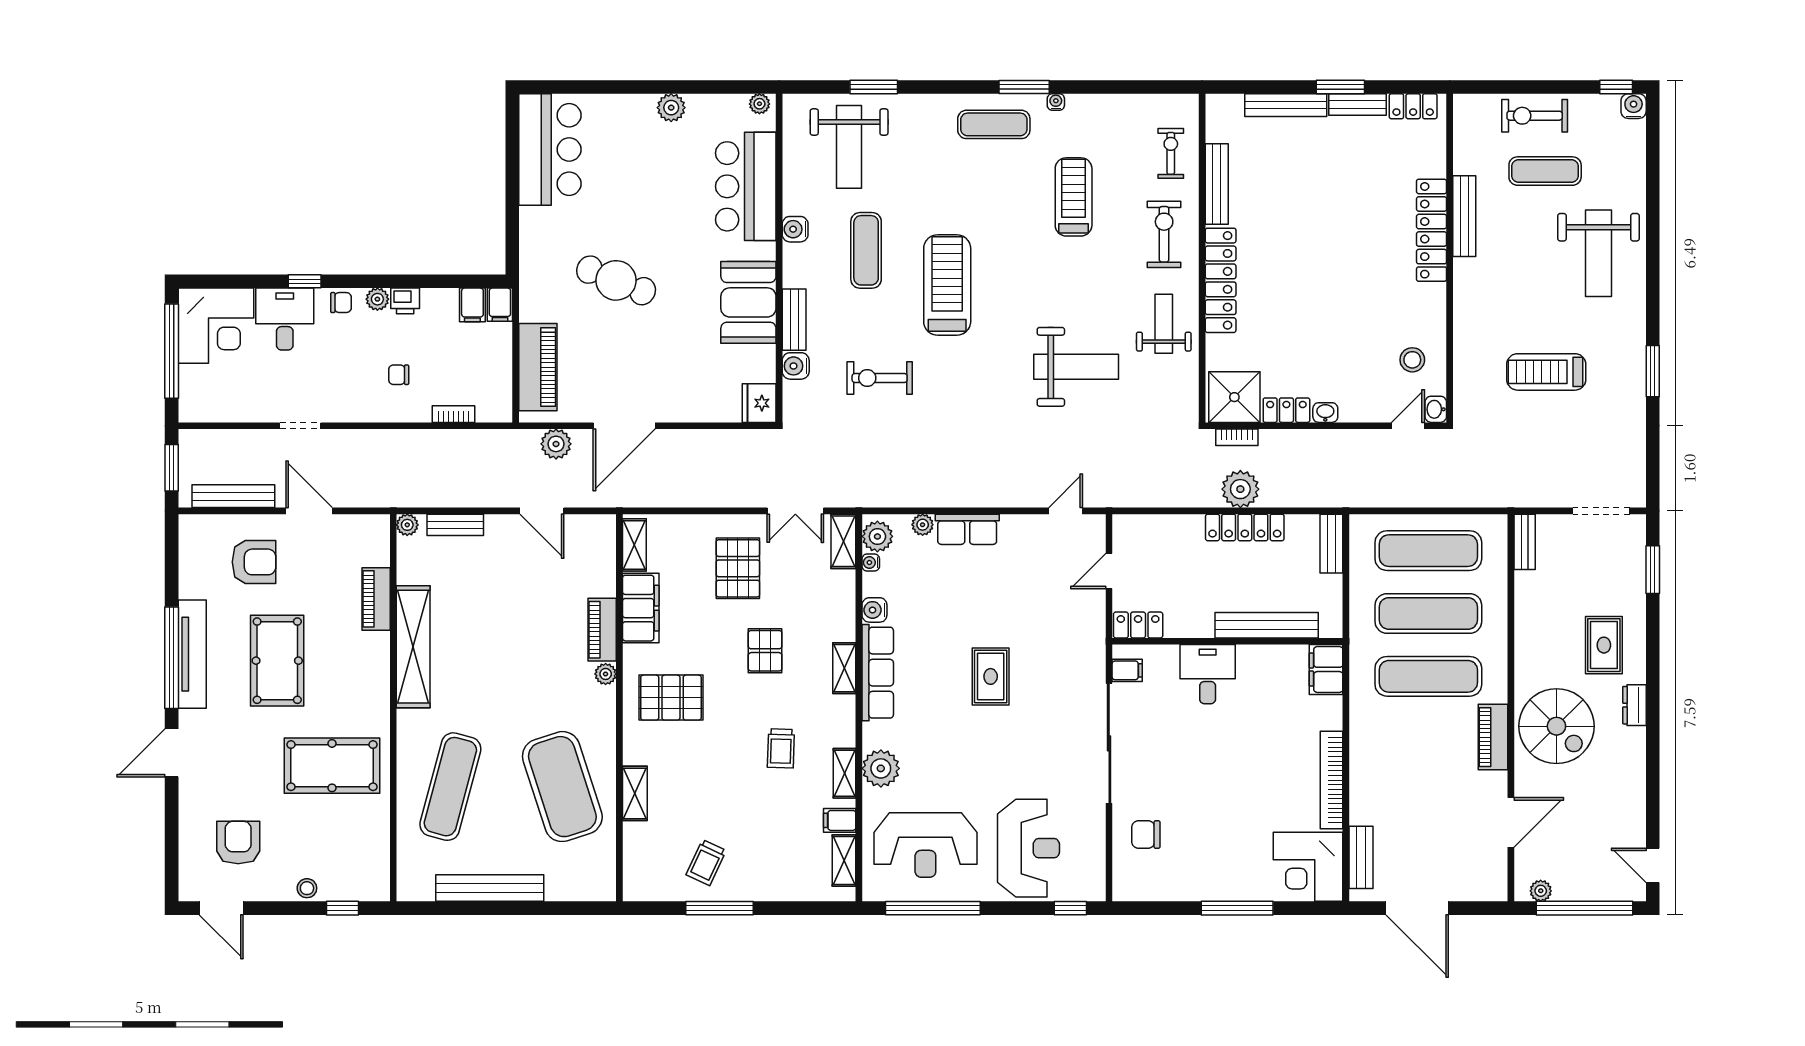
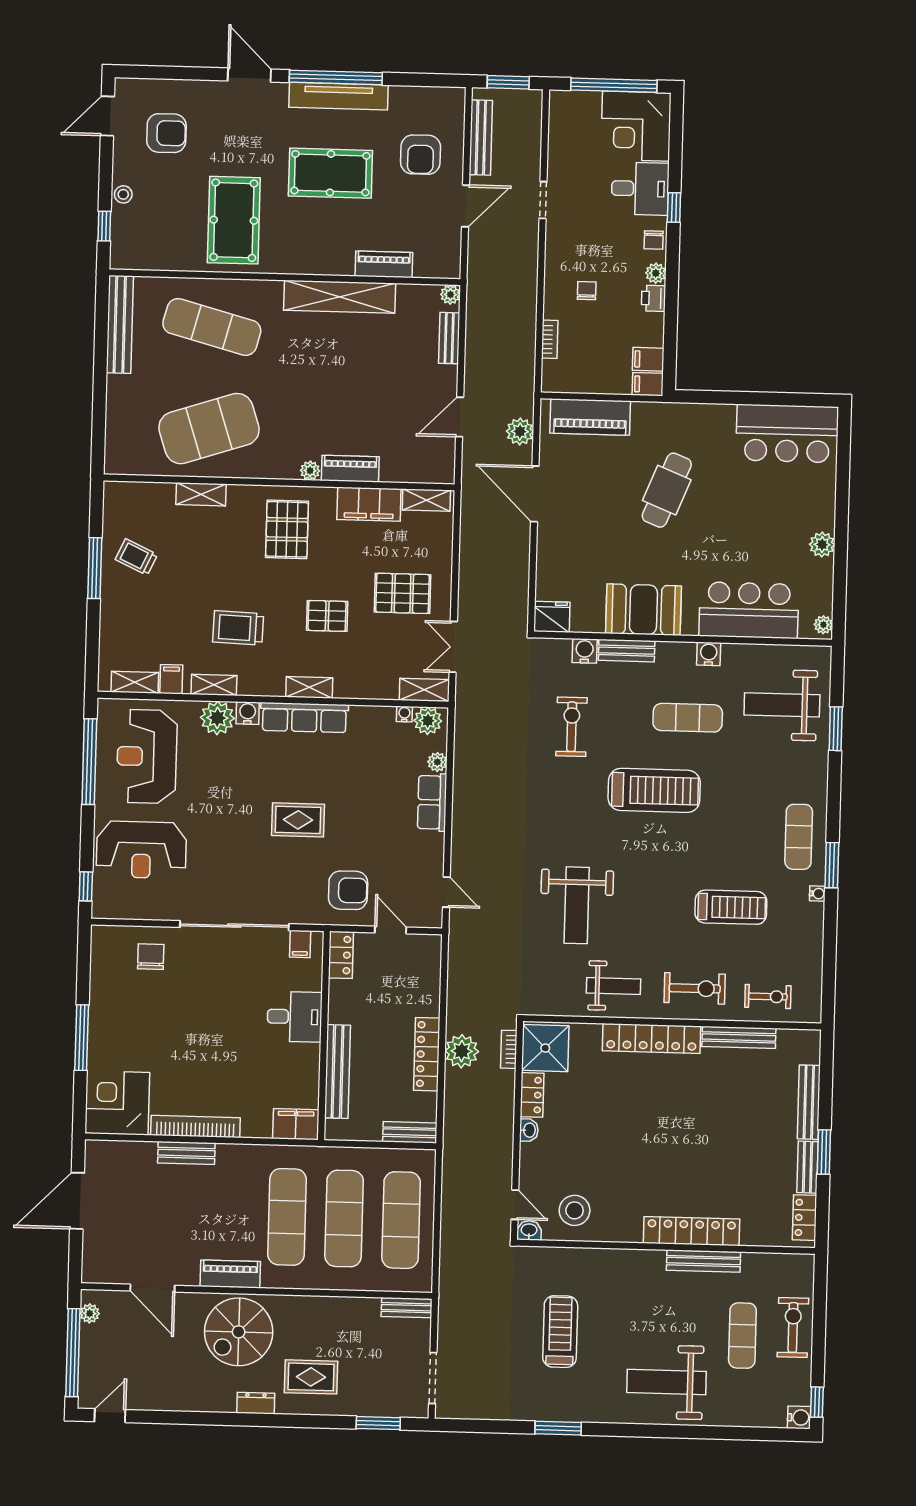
stool: (1412, 360) -> (575, 1210), width x1.38, depth x1.38
water cooler: (874, 610) -> (248, 713), moved
armchair: (1067, 619) -> (348, 890), added
trolley: (781, 748) -> (238, 628), width x1.36, depth x1.39
bench: (1361, 857) -> (186, 1153), moved
bench: (490, 888) -> (120, 324), moved

